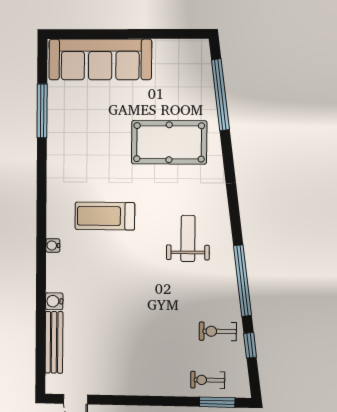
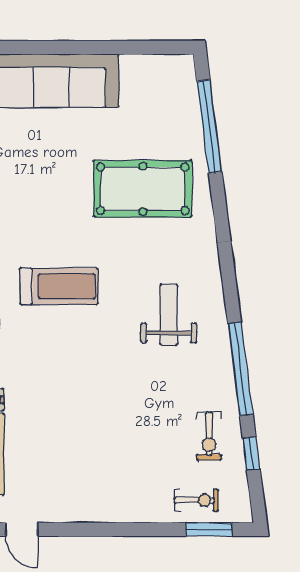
treadmill: (105, 216) -> (59, 286), turned 180
exercise bike: (218, 331) -> (209, 436), turned -90
exercise bike: (208, 380) -> (196, 500), turned 180

